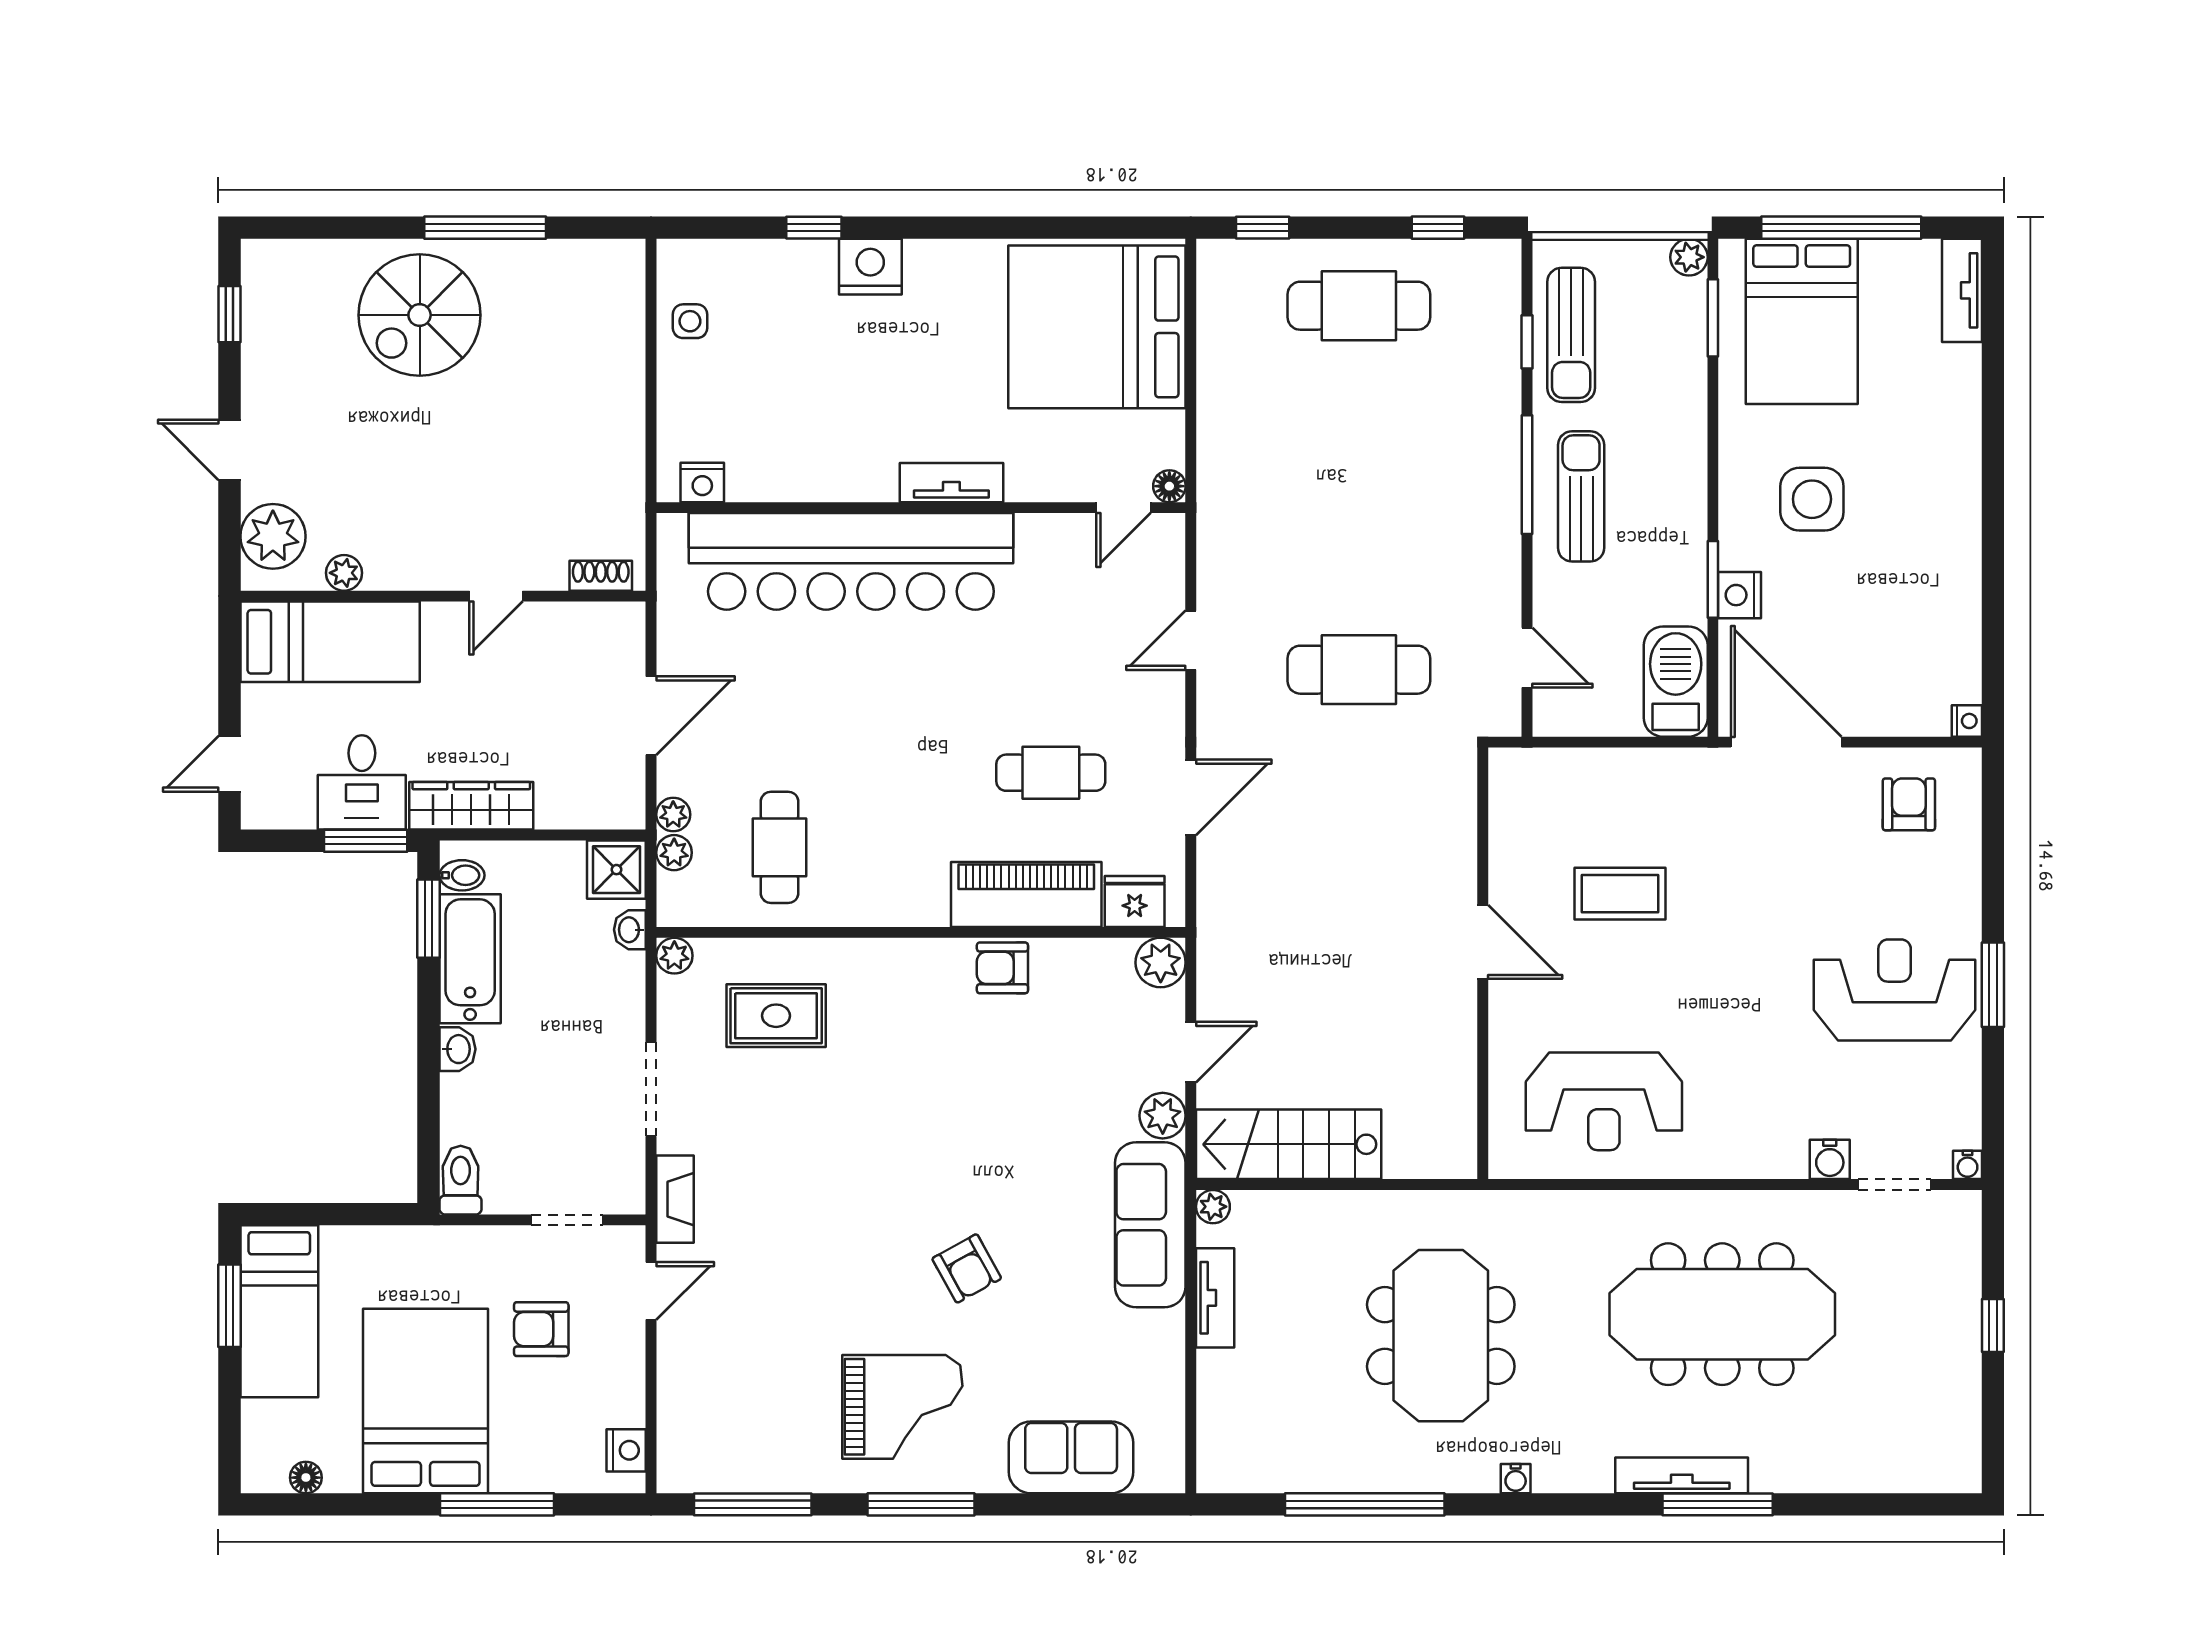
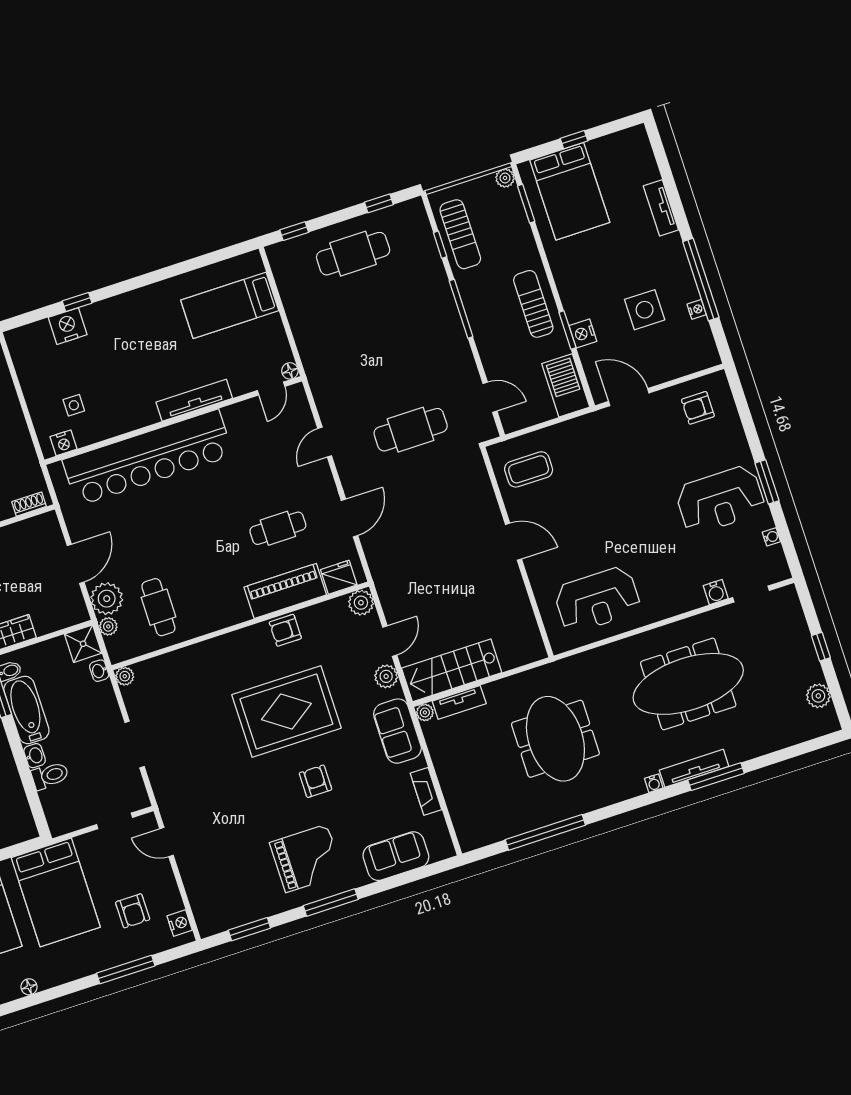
window: (1841, 228) -> (574, 140), width x0.32
nightstand: (870, 267) -> (68, 326), moved
tv unit: (1962, 290) -> (661, 208), moved
side table: (690, 321) -> (74, 405), moved
bed: (1097, 327) -> (230, 305), width x0.49
tv unit: (951, 483) -> (194, 400), width x1.41
sun lounger: (1581, 496) -> (533, 304), moved
side table: (1812, 499) -> (645, 310), moved
window: (1993, 566) -> (701, 279), added
nightstand: (1967, 721) -> (697, 309), moved
door: (1786, 742) -> (629, 397), width x0.73
armchair: (1909, 804) -> (698, 408), turned -90
plant: (673, 815) -> (107, 599), width x1.87, depth x1.87
coffee table: (1620, 894) -> (529, 469), moved
reception desk: (1895, 990) -> (720, 500), turned 180
rug: (776, 1016) -> (286, 711), moved, width x1.86, depth x2.06
water cooler: (1968, 1165) -> (771, 537), moved, turned -90
toilet: (461, 1180) -> (50, 776), moved, turned 90
fireplace: (675, 1199) -> (426, 791), moved, turned 180
sofa: (1150, 1225) -> (397, 731), width x0.73
armchair: (967, 1268) -> (316, 781), turned -151
door: (651, 1291) -> (166, 842), swing flipped
tv unit: (1215, 1298) -> (459, 702), moved, turned 90
armchair: (541, 1329) -> (133, 911), moved, turned -90
bed: (426, 1401) -> (56, 892), moved, turned 180
plant: (1958, 1416) -> (818, 696), added
water cooler: (1516, 1479) -> (654, 783), moved
window: (753, 1504) -> (249, 929), width x0.69

